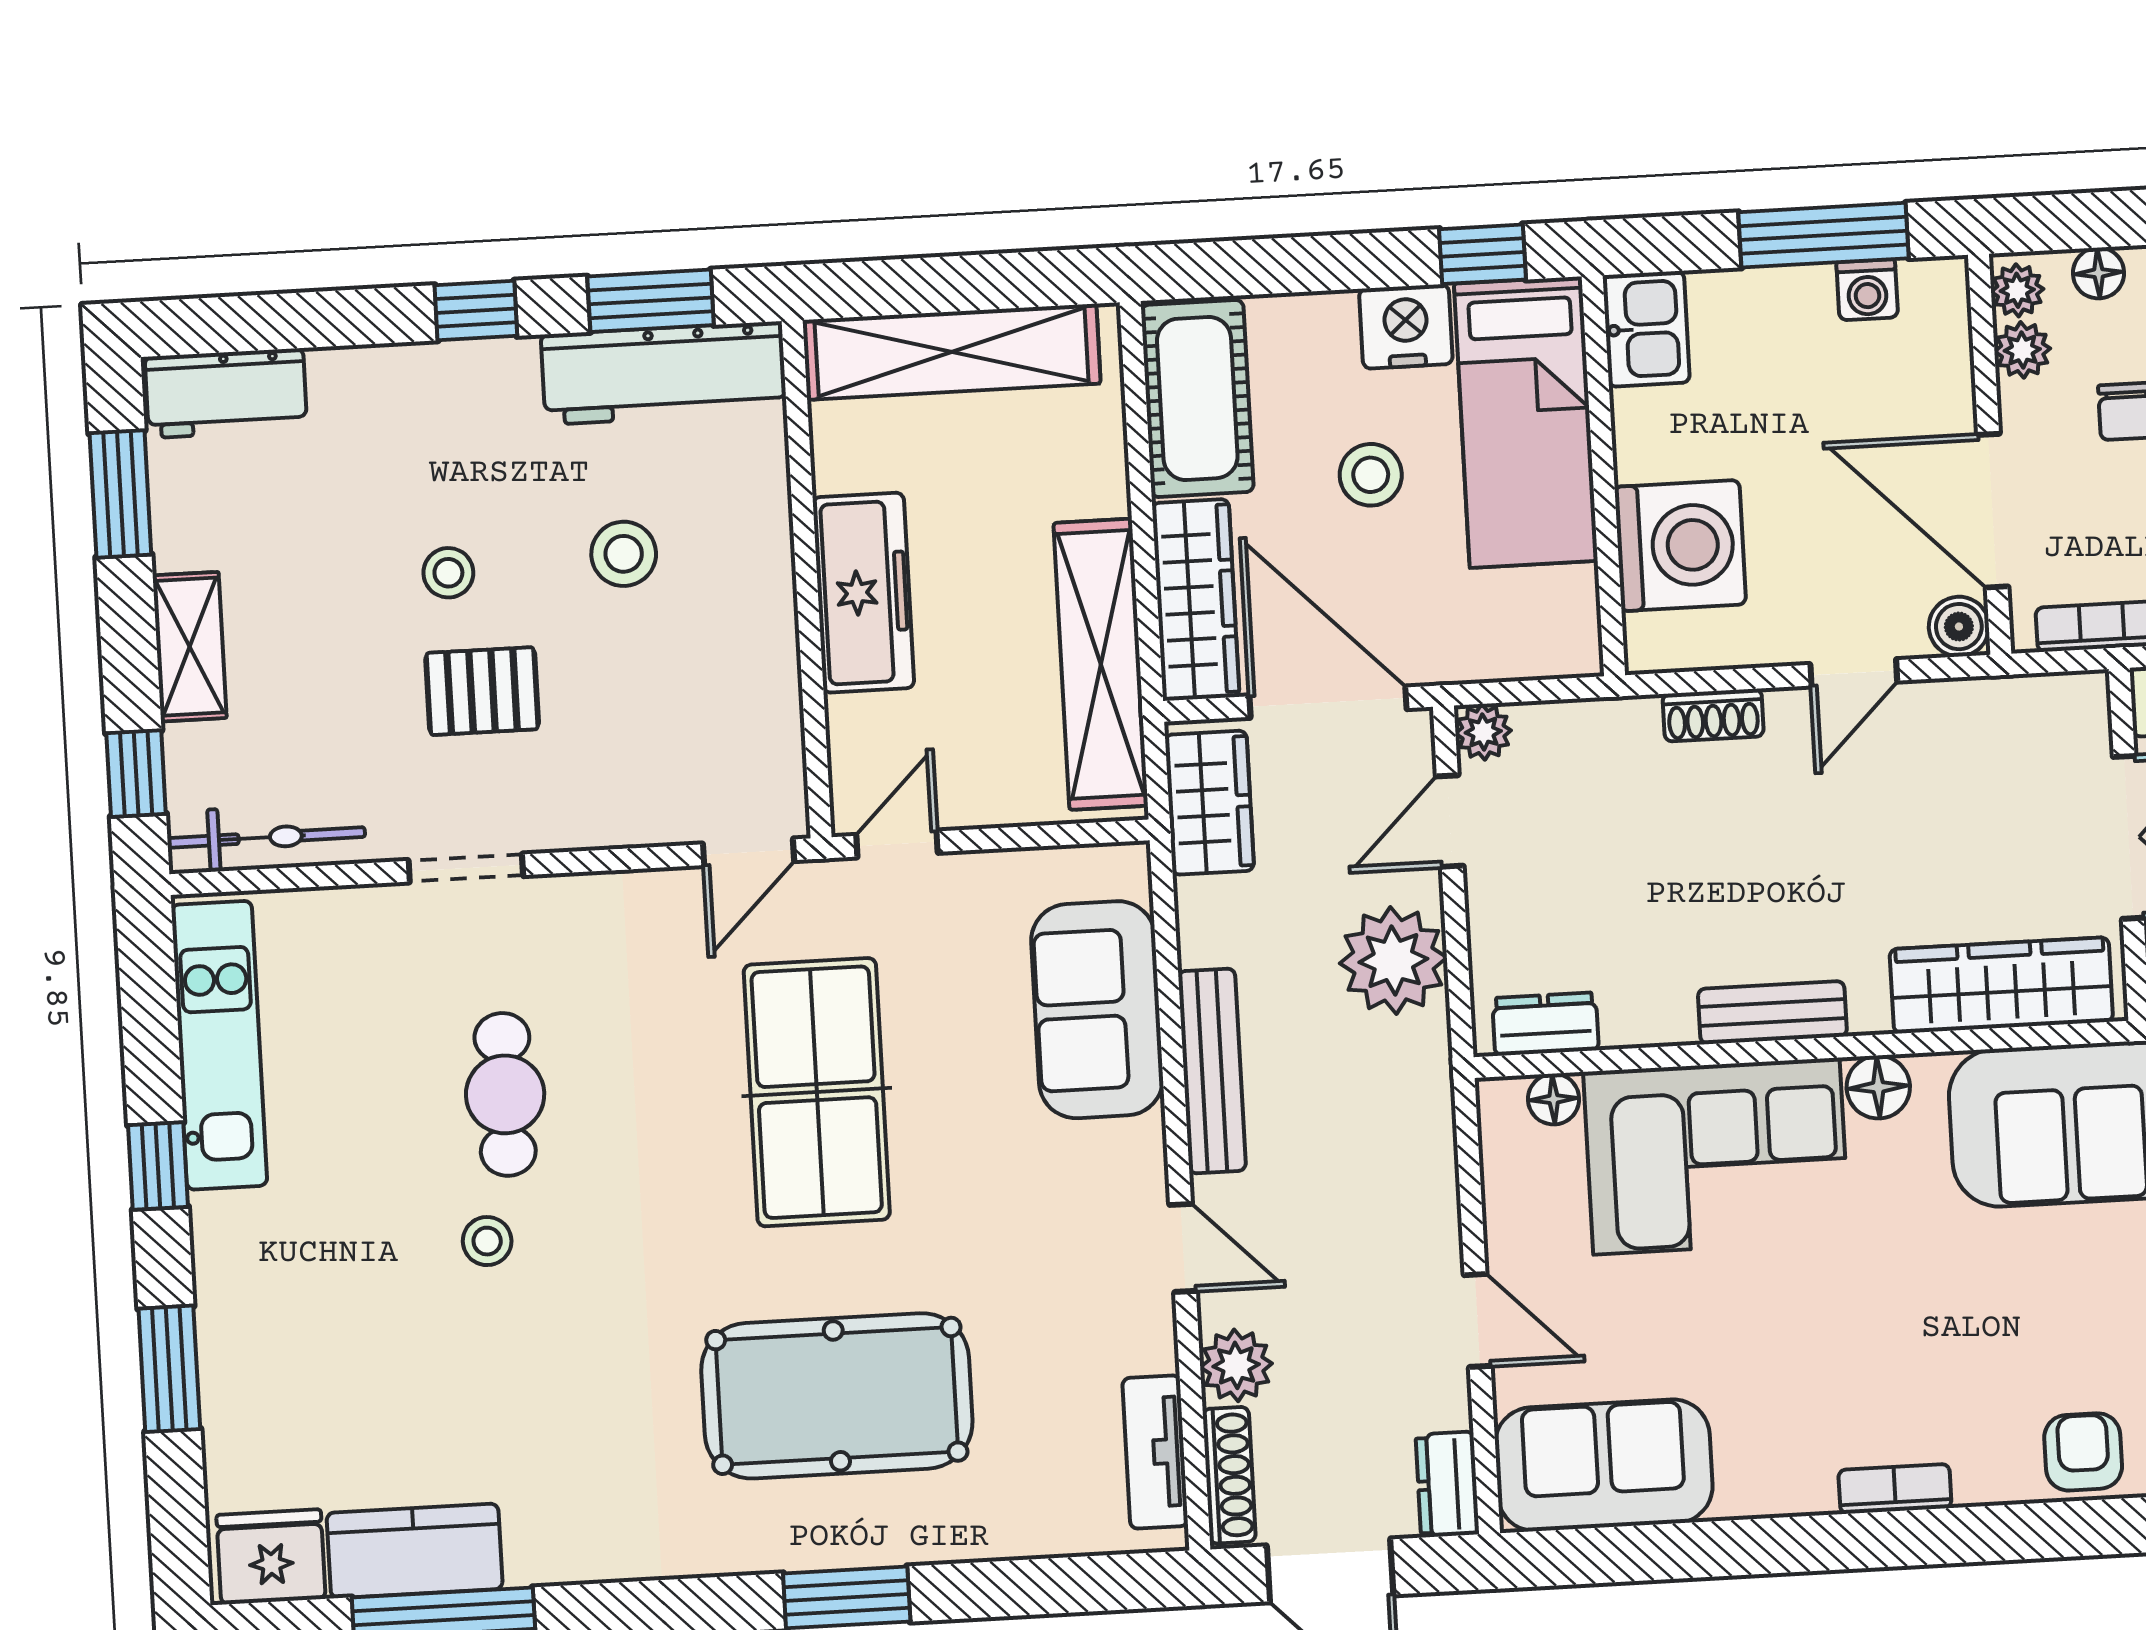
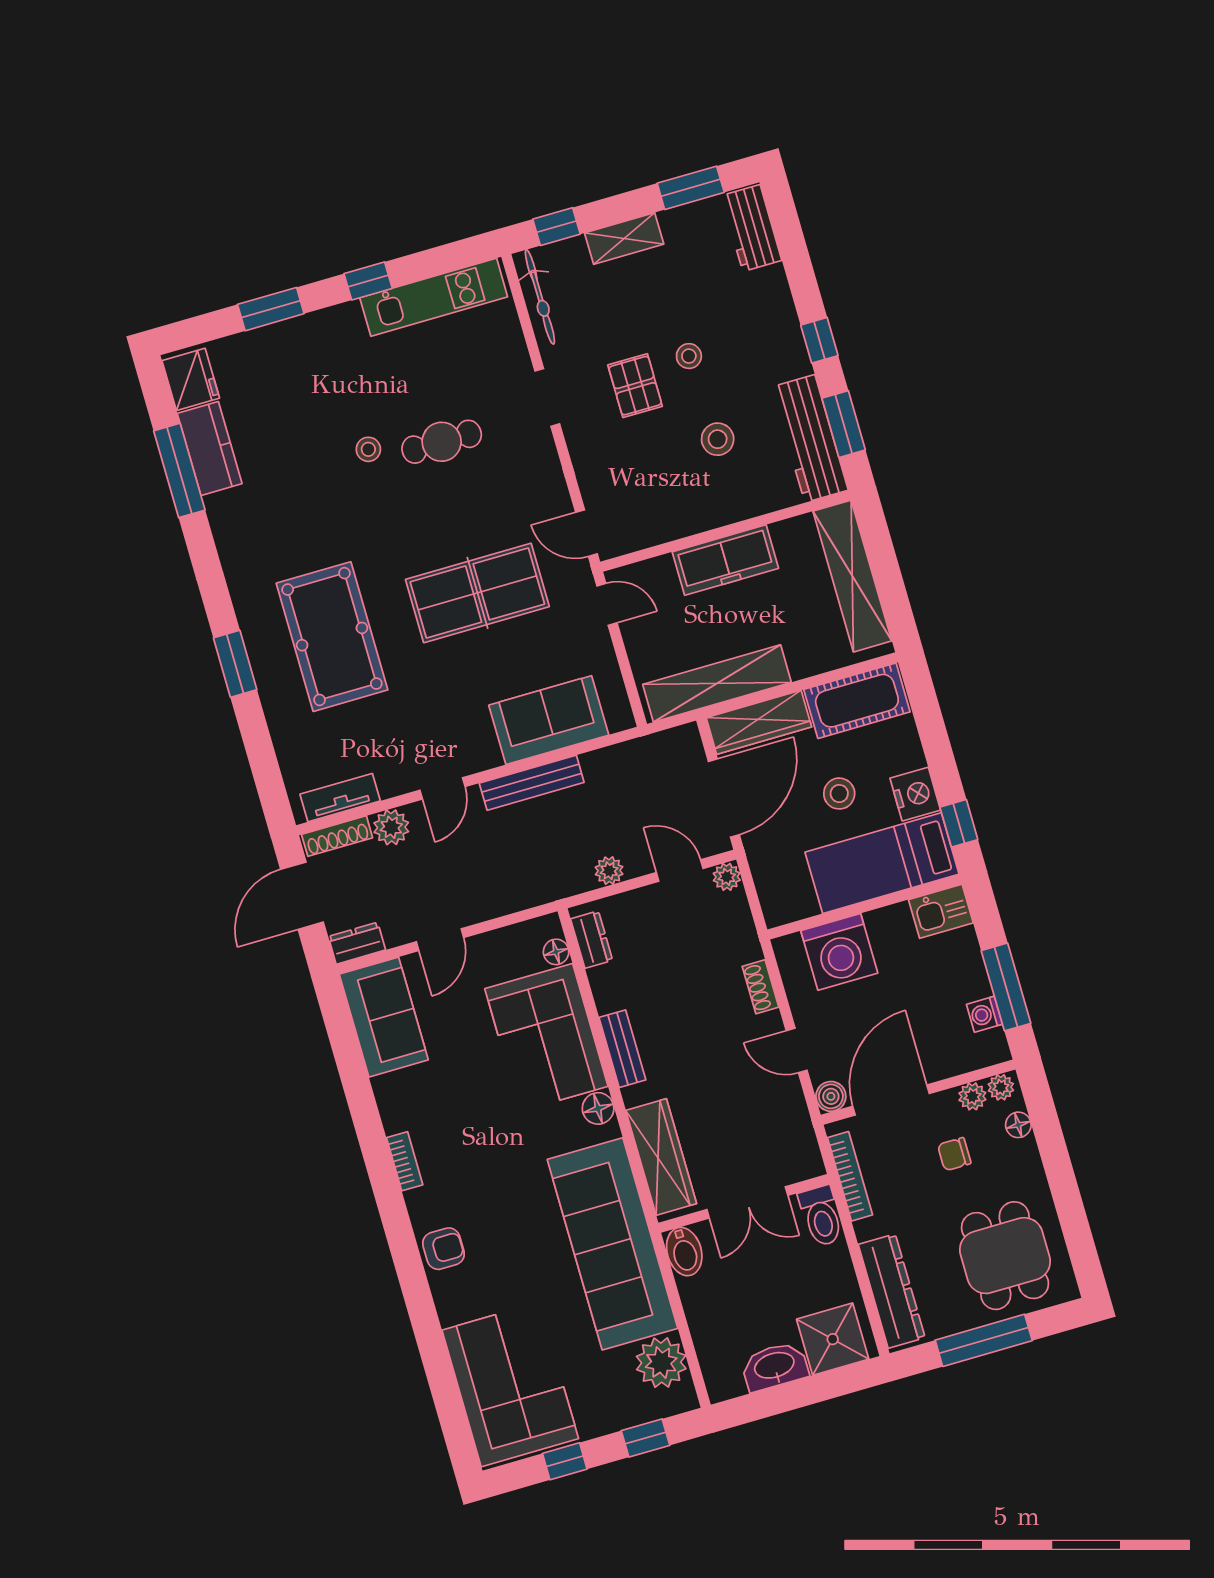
wardrobe: (1209, 803) -> (662, 752), removed
plant: (1393, 960) -> (609, 871), width x0.53, depth x0.53

